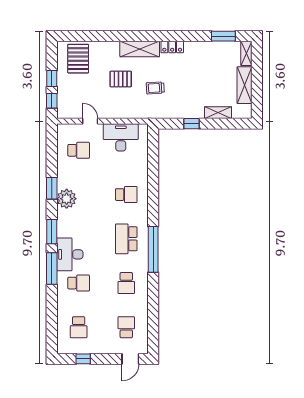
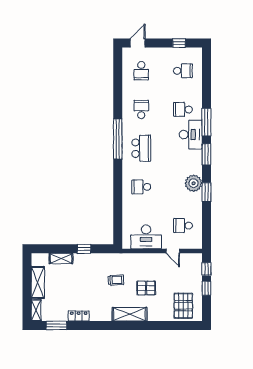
locker: (172, 47) -> (79, 316), moved
school desk: (79, 327) -> (183, 71), turned 90

